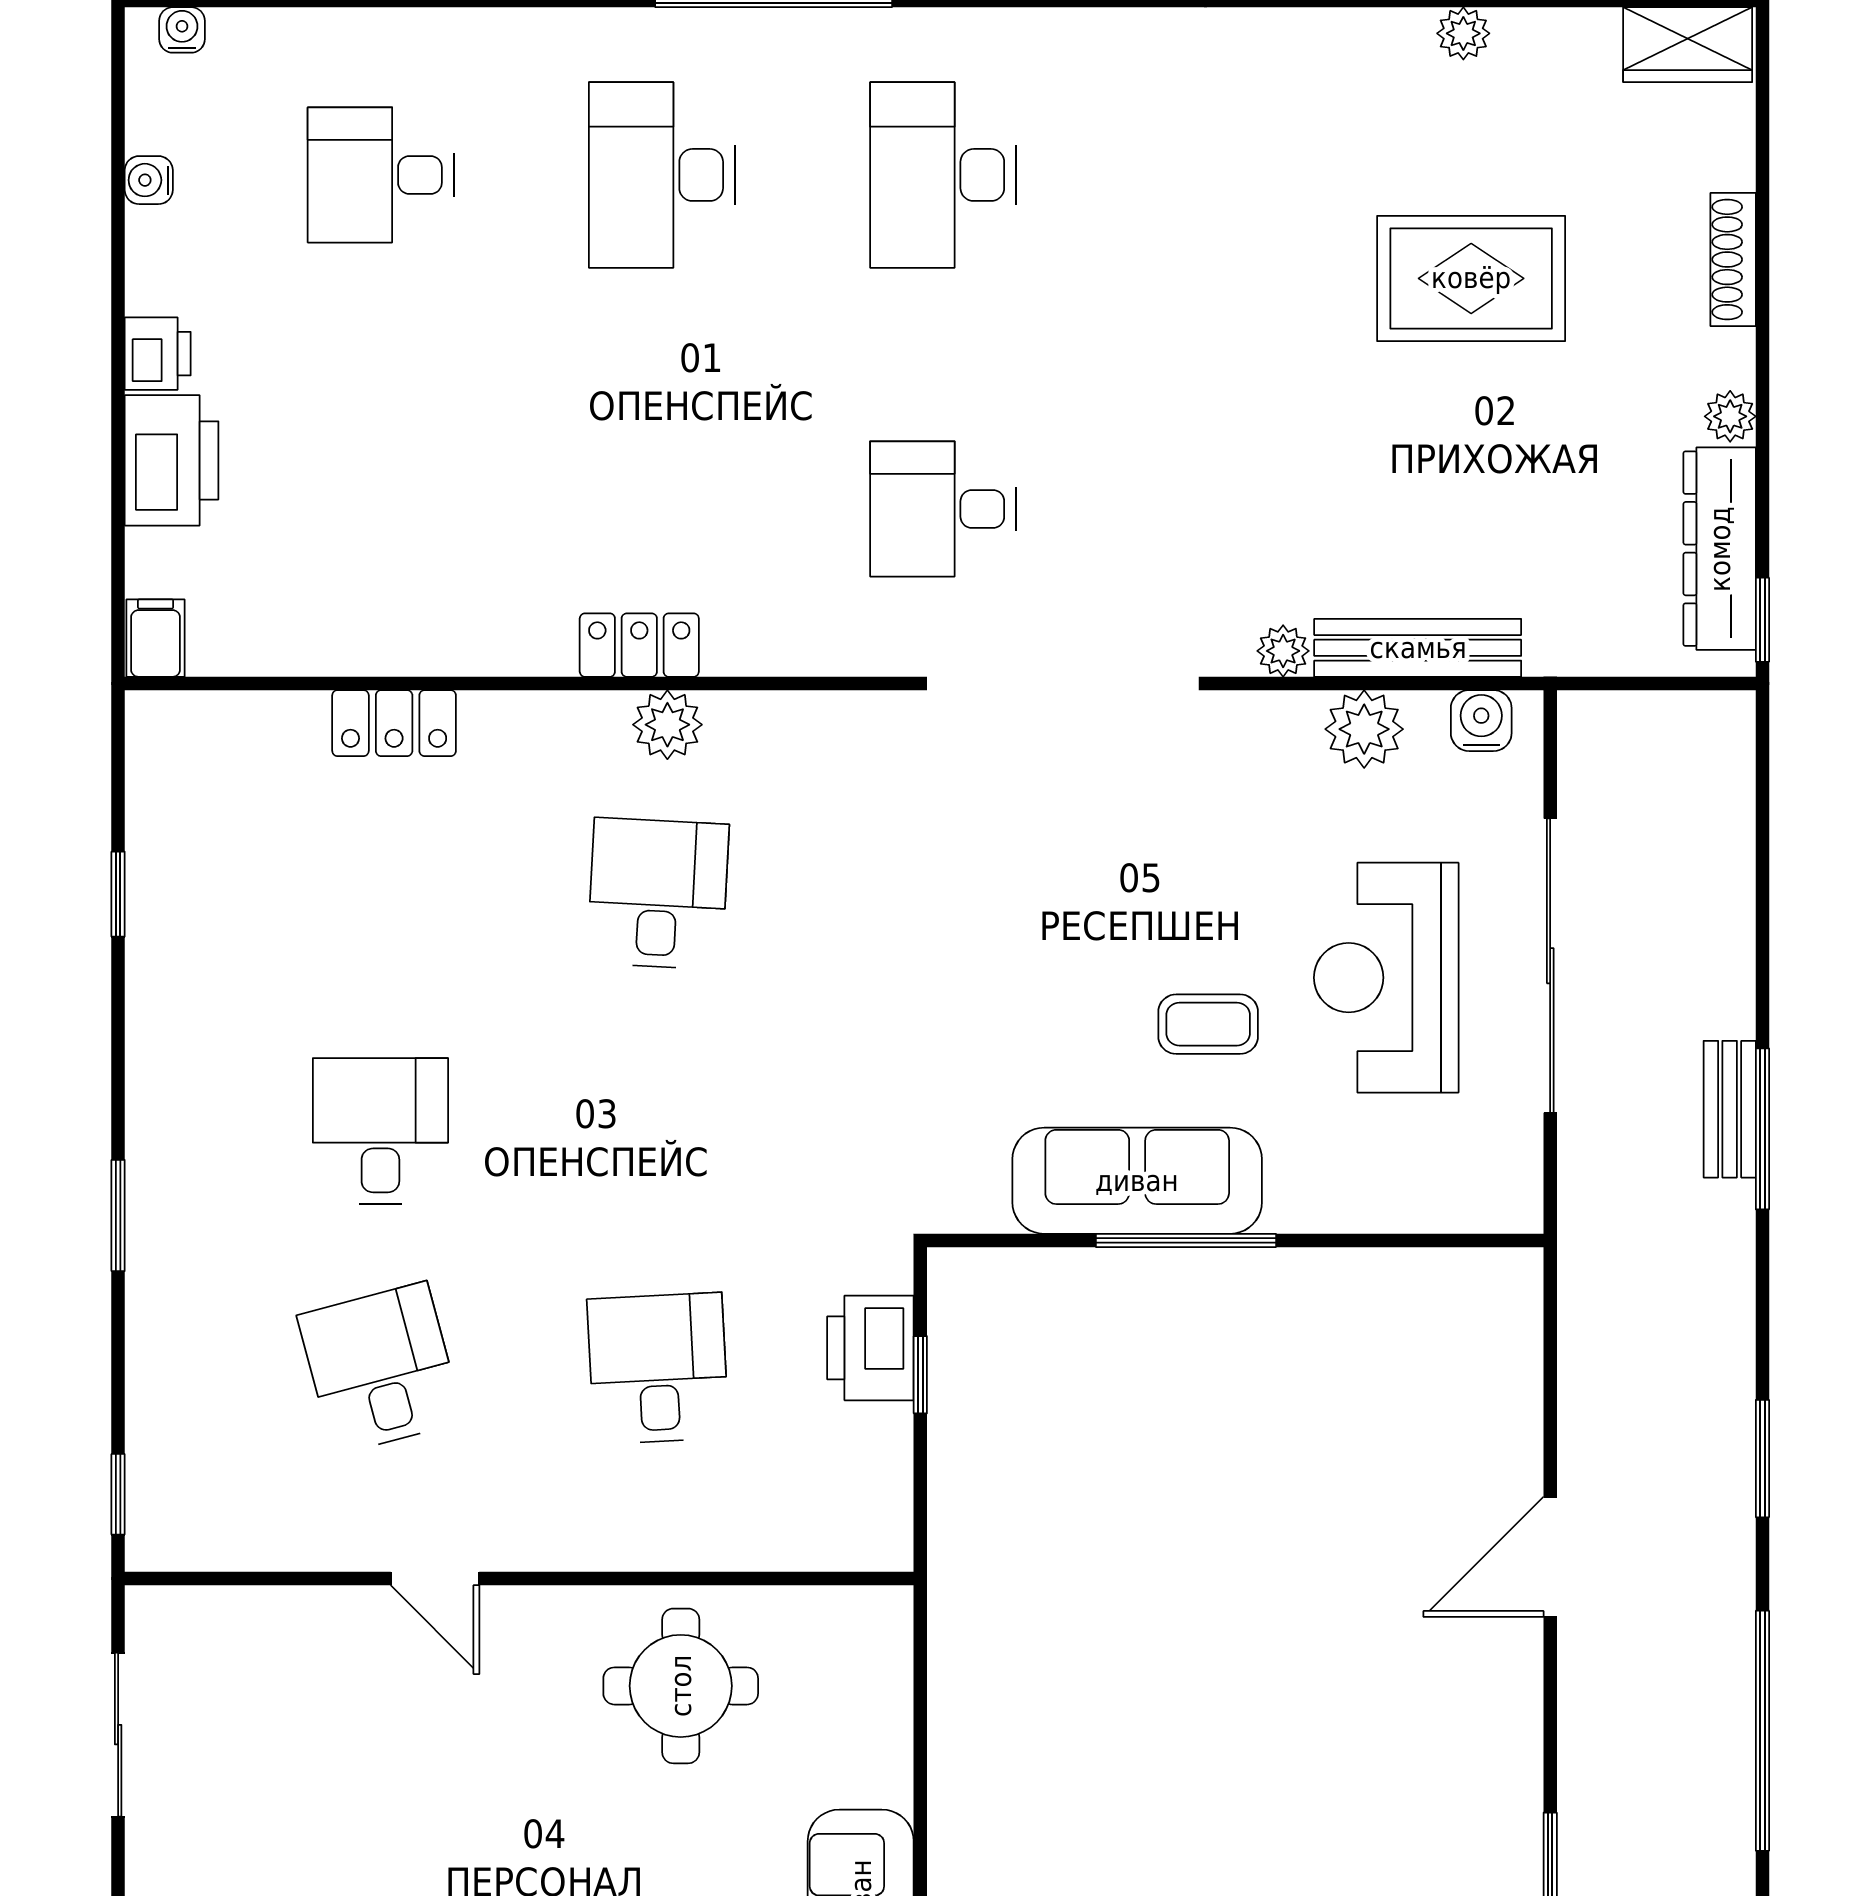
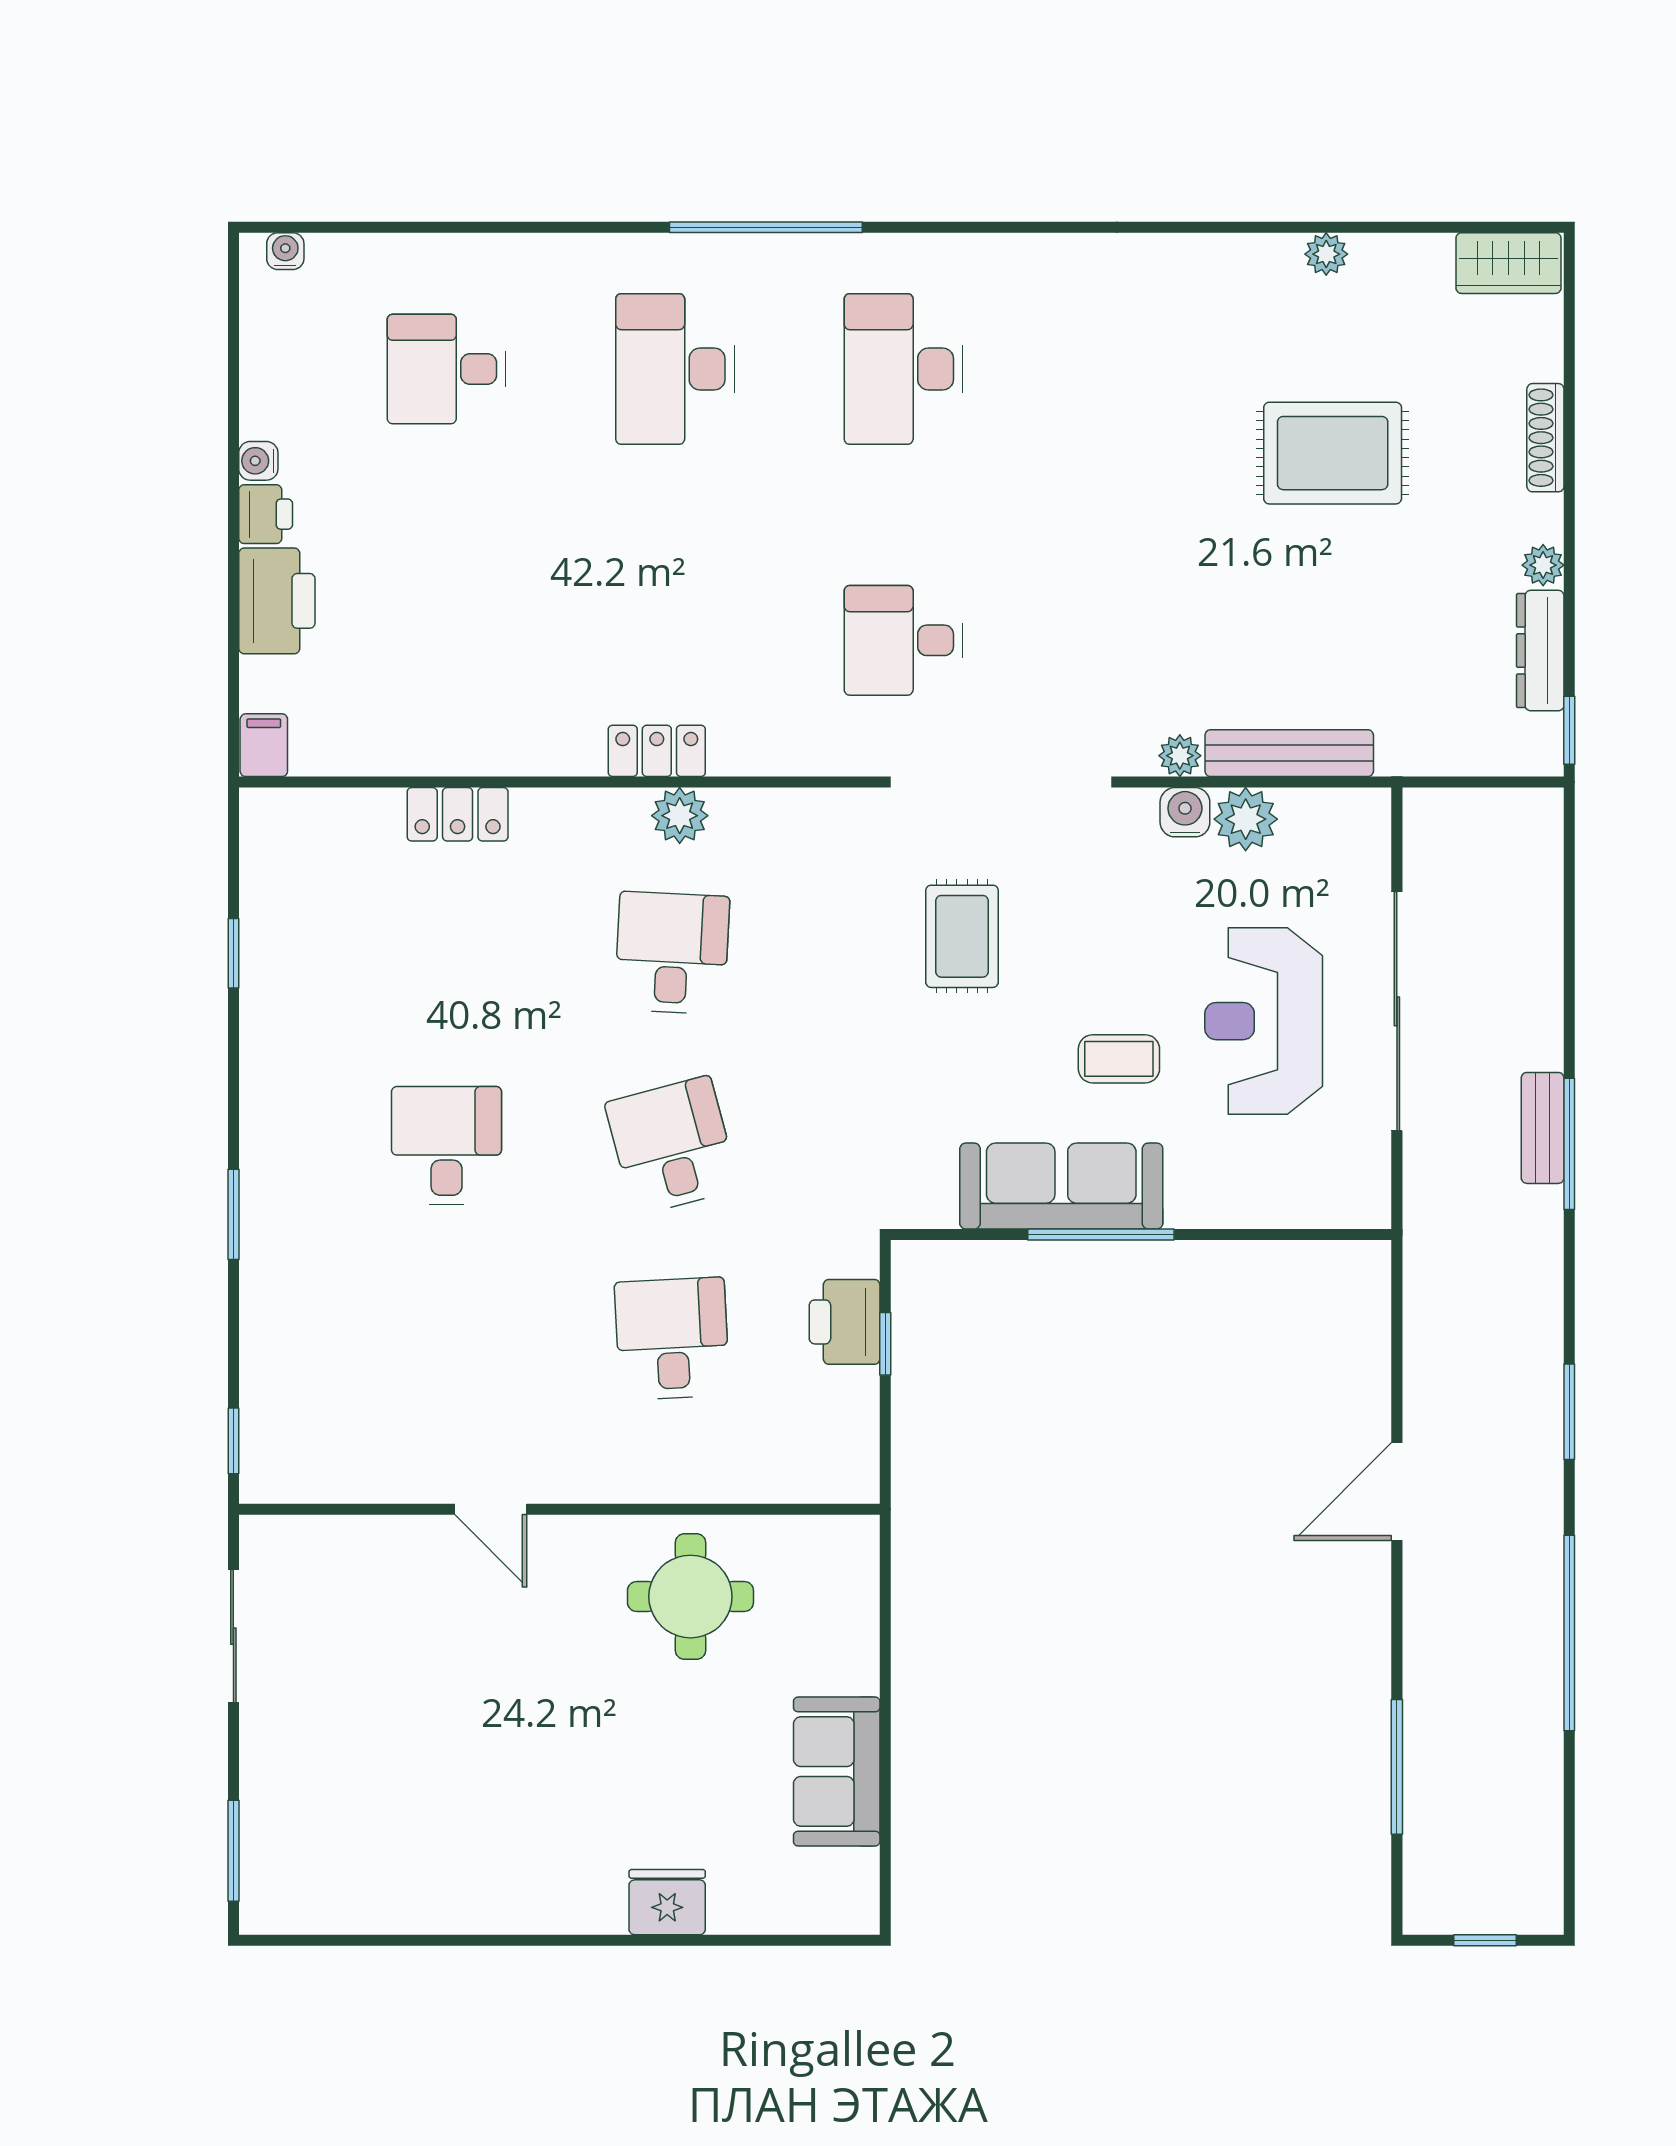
water cooler: (149, 180) -> (258, 461), moved
dresser: (1720, 549) -> (1540, 651), width x0.73, depth x0.80
water cooler: (1481, 721) -> (1185, 812), moved
rug: (1015, 873) -> (962, 936), added
desk: (380, 1368) -> (672, 1146), moved

